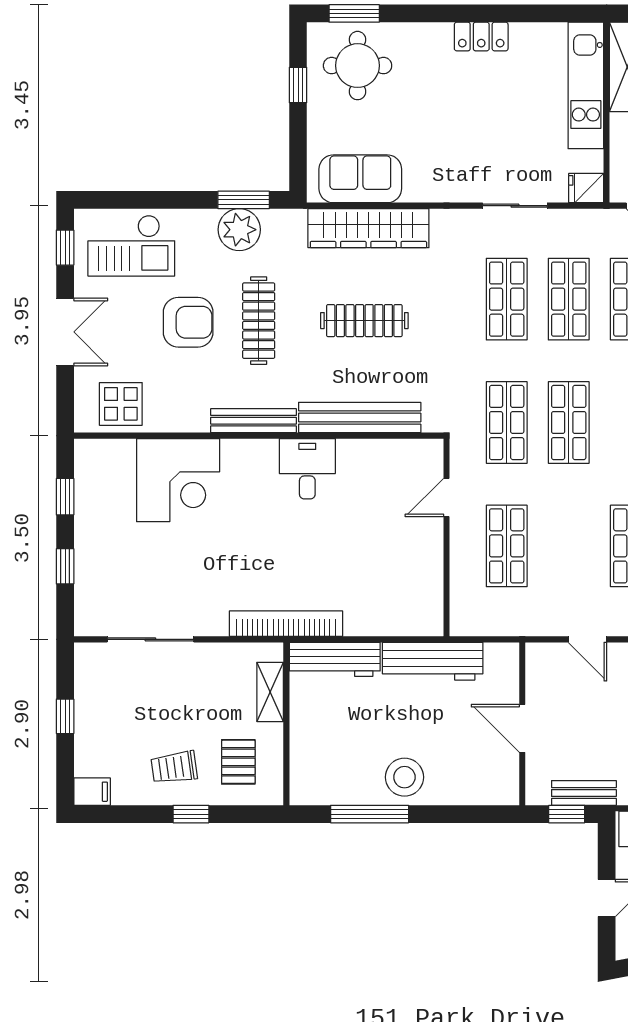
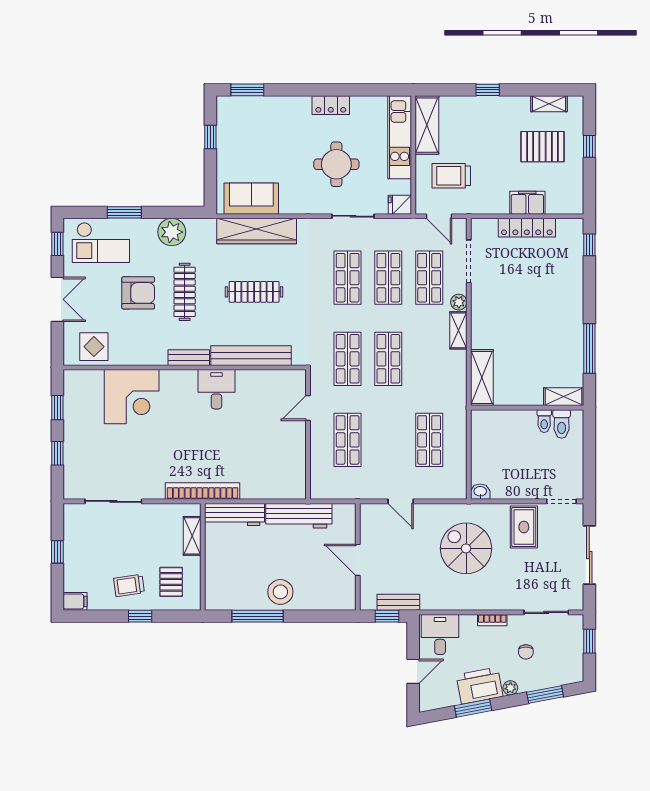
round table: (358, 66) -> (336, 164), moved
window: (244, 200) -> (124, 212), moved
bench: (253, 421) -> (189, 358), width x0.73

